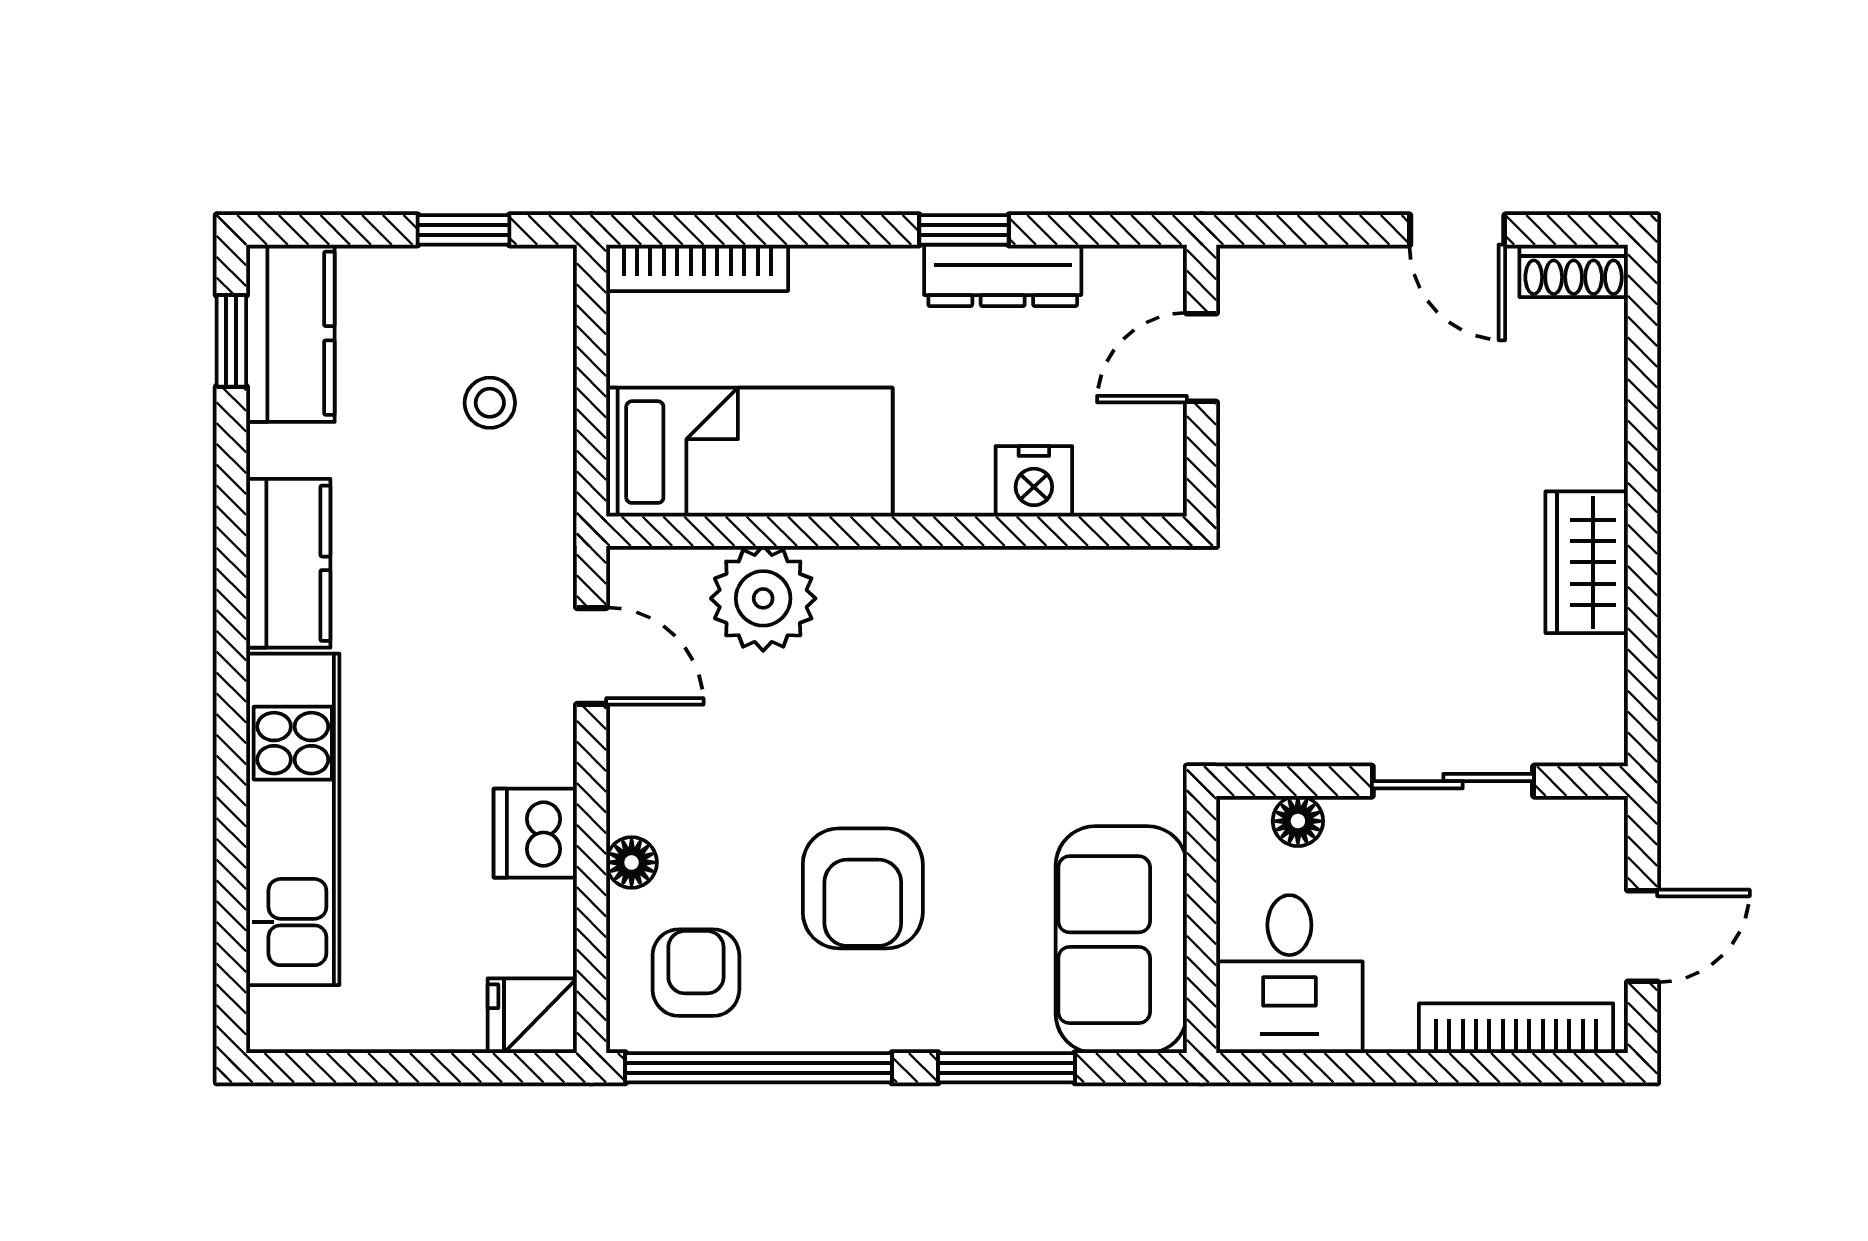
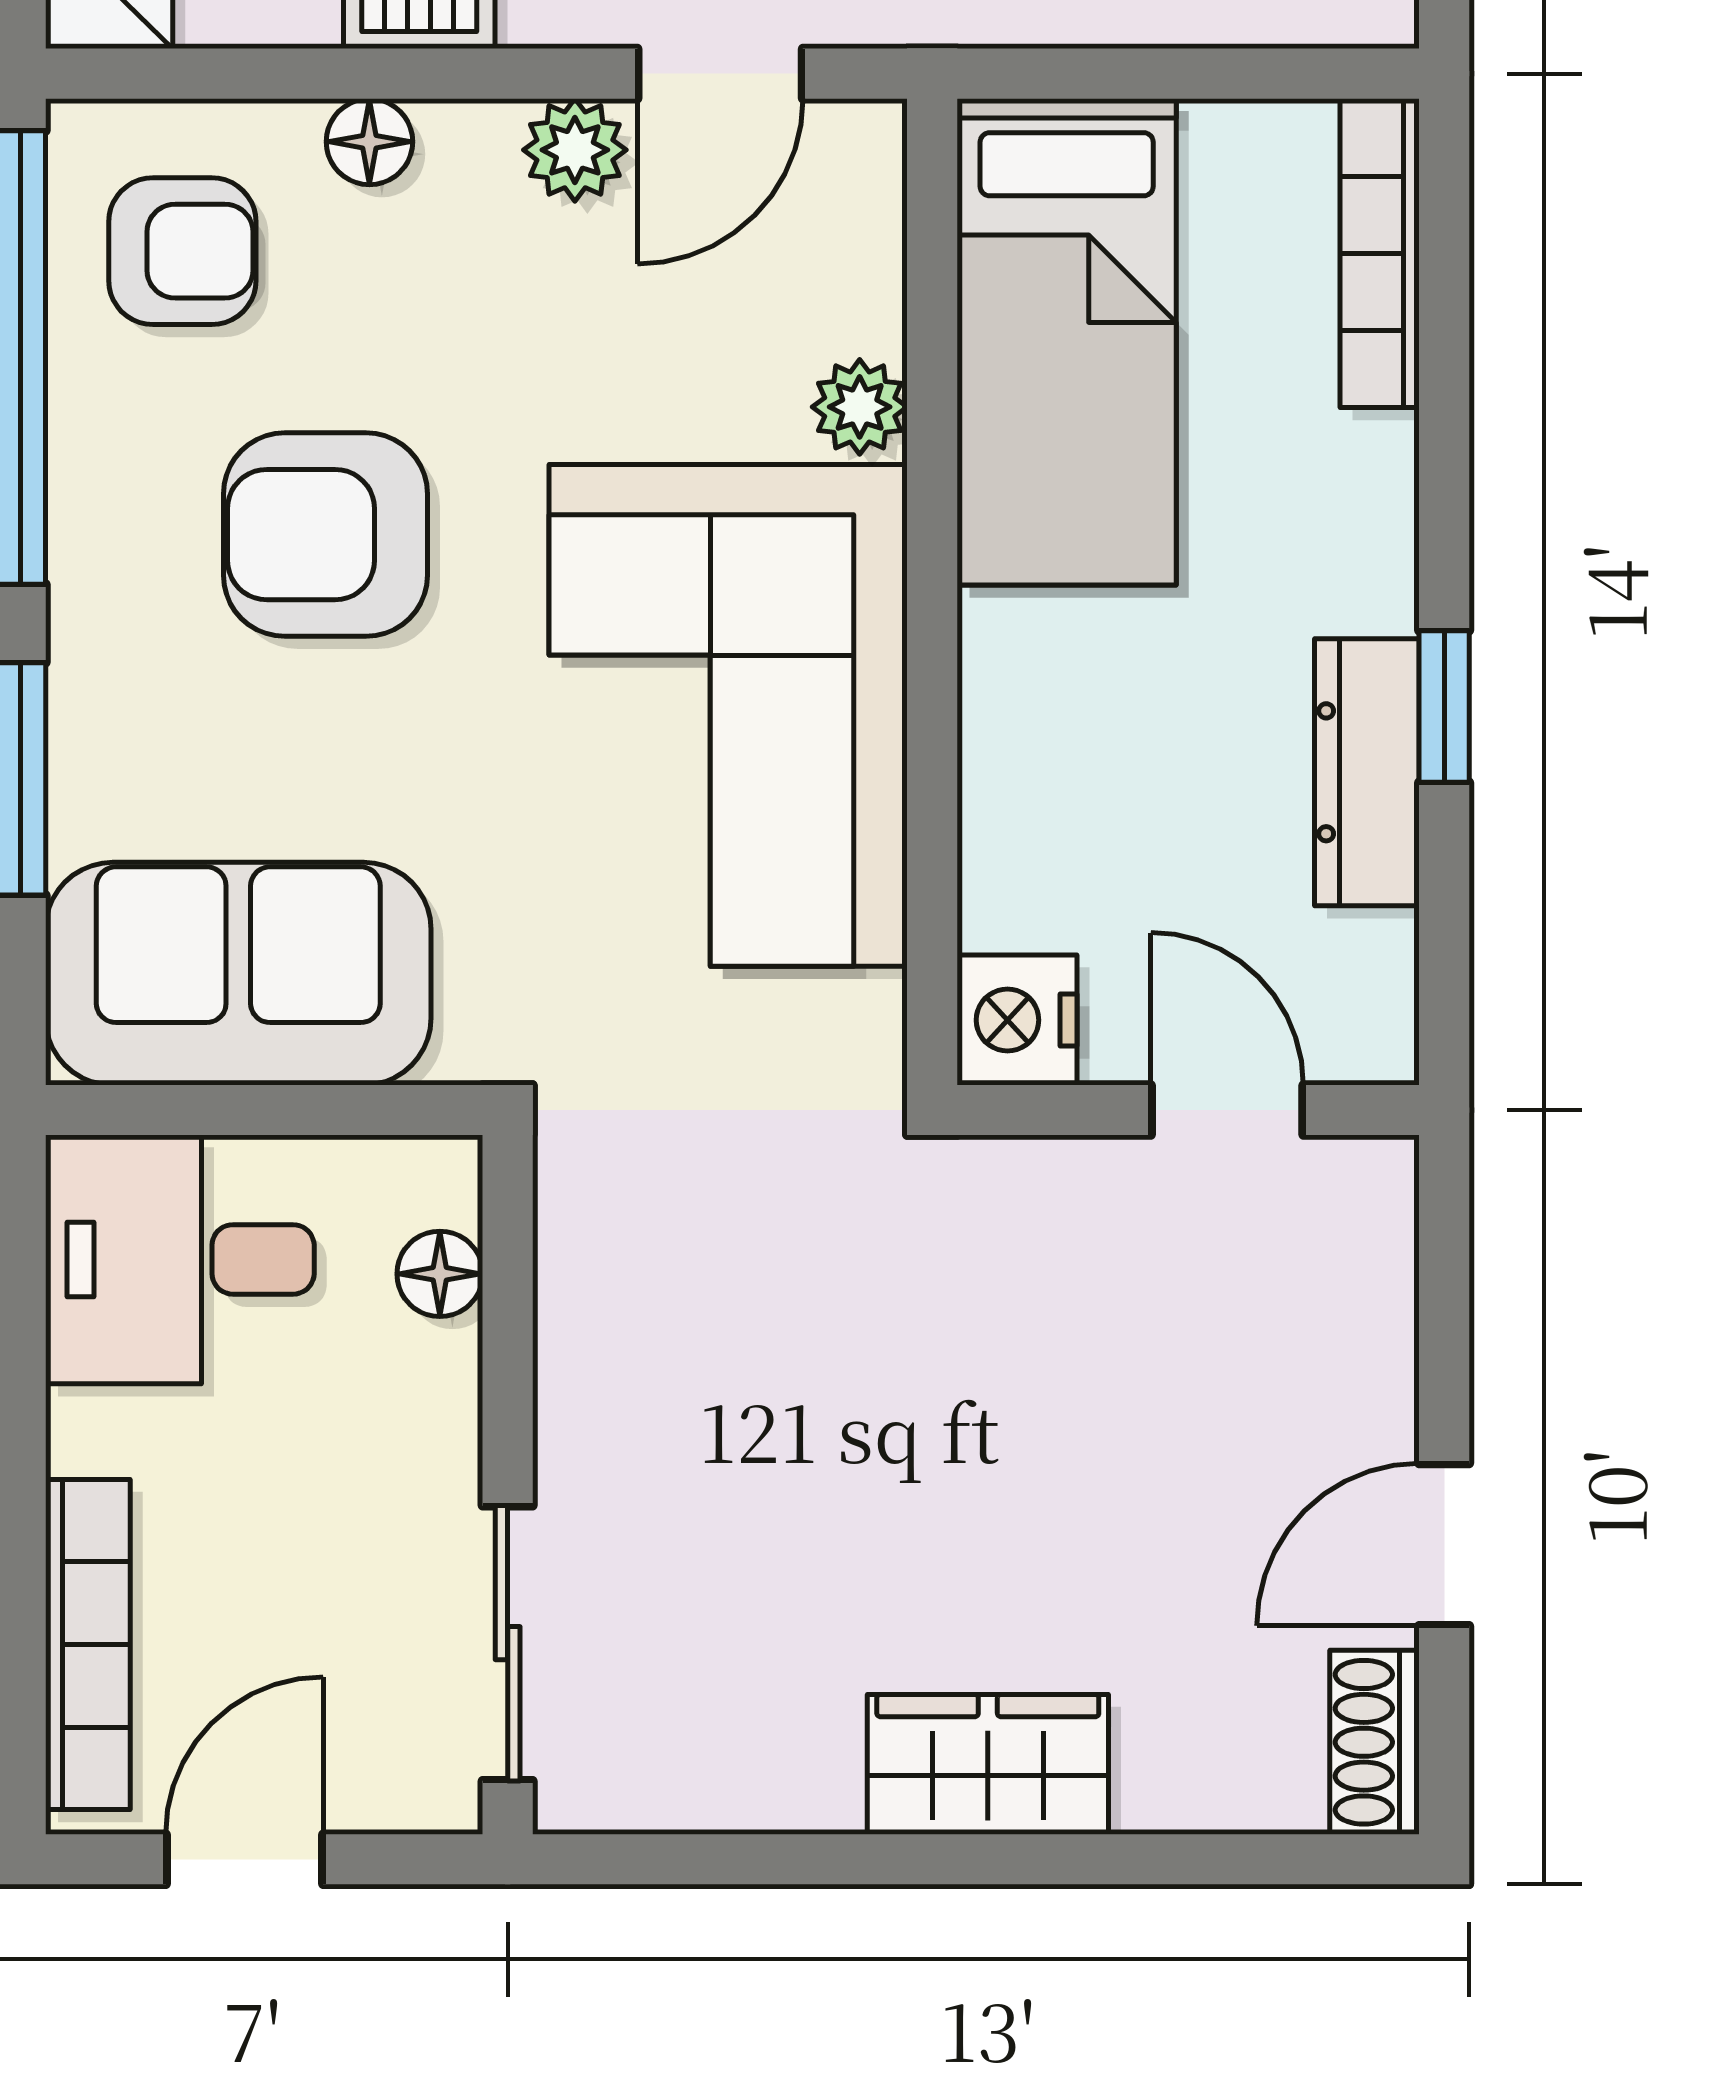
nightstand: (1034, 481) -> (1017, 1020), moved
wardrobe: (1587, 562) -> (988, 1764), moved
plant: (763, 598) -> (860, 407), width x0.53, depth x0.53
corner sofa: (969, 651) -> (728, 715), added
plant: (636, 742) -> (575, 150), added
sliding door: (1453, 781) -> (508, 1643), moved
door: (1642, 936) -> (244, 1859), swing flipped

